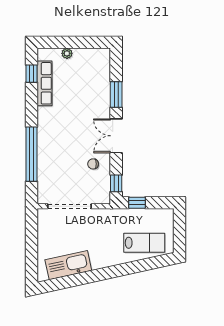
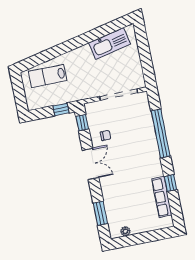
plant: (67, 53) -> (125, 231), moved
window: (32, 74) -> (171, 183), moved
window: (116, 94) -> (100, 213), moved

